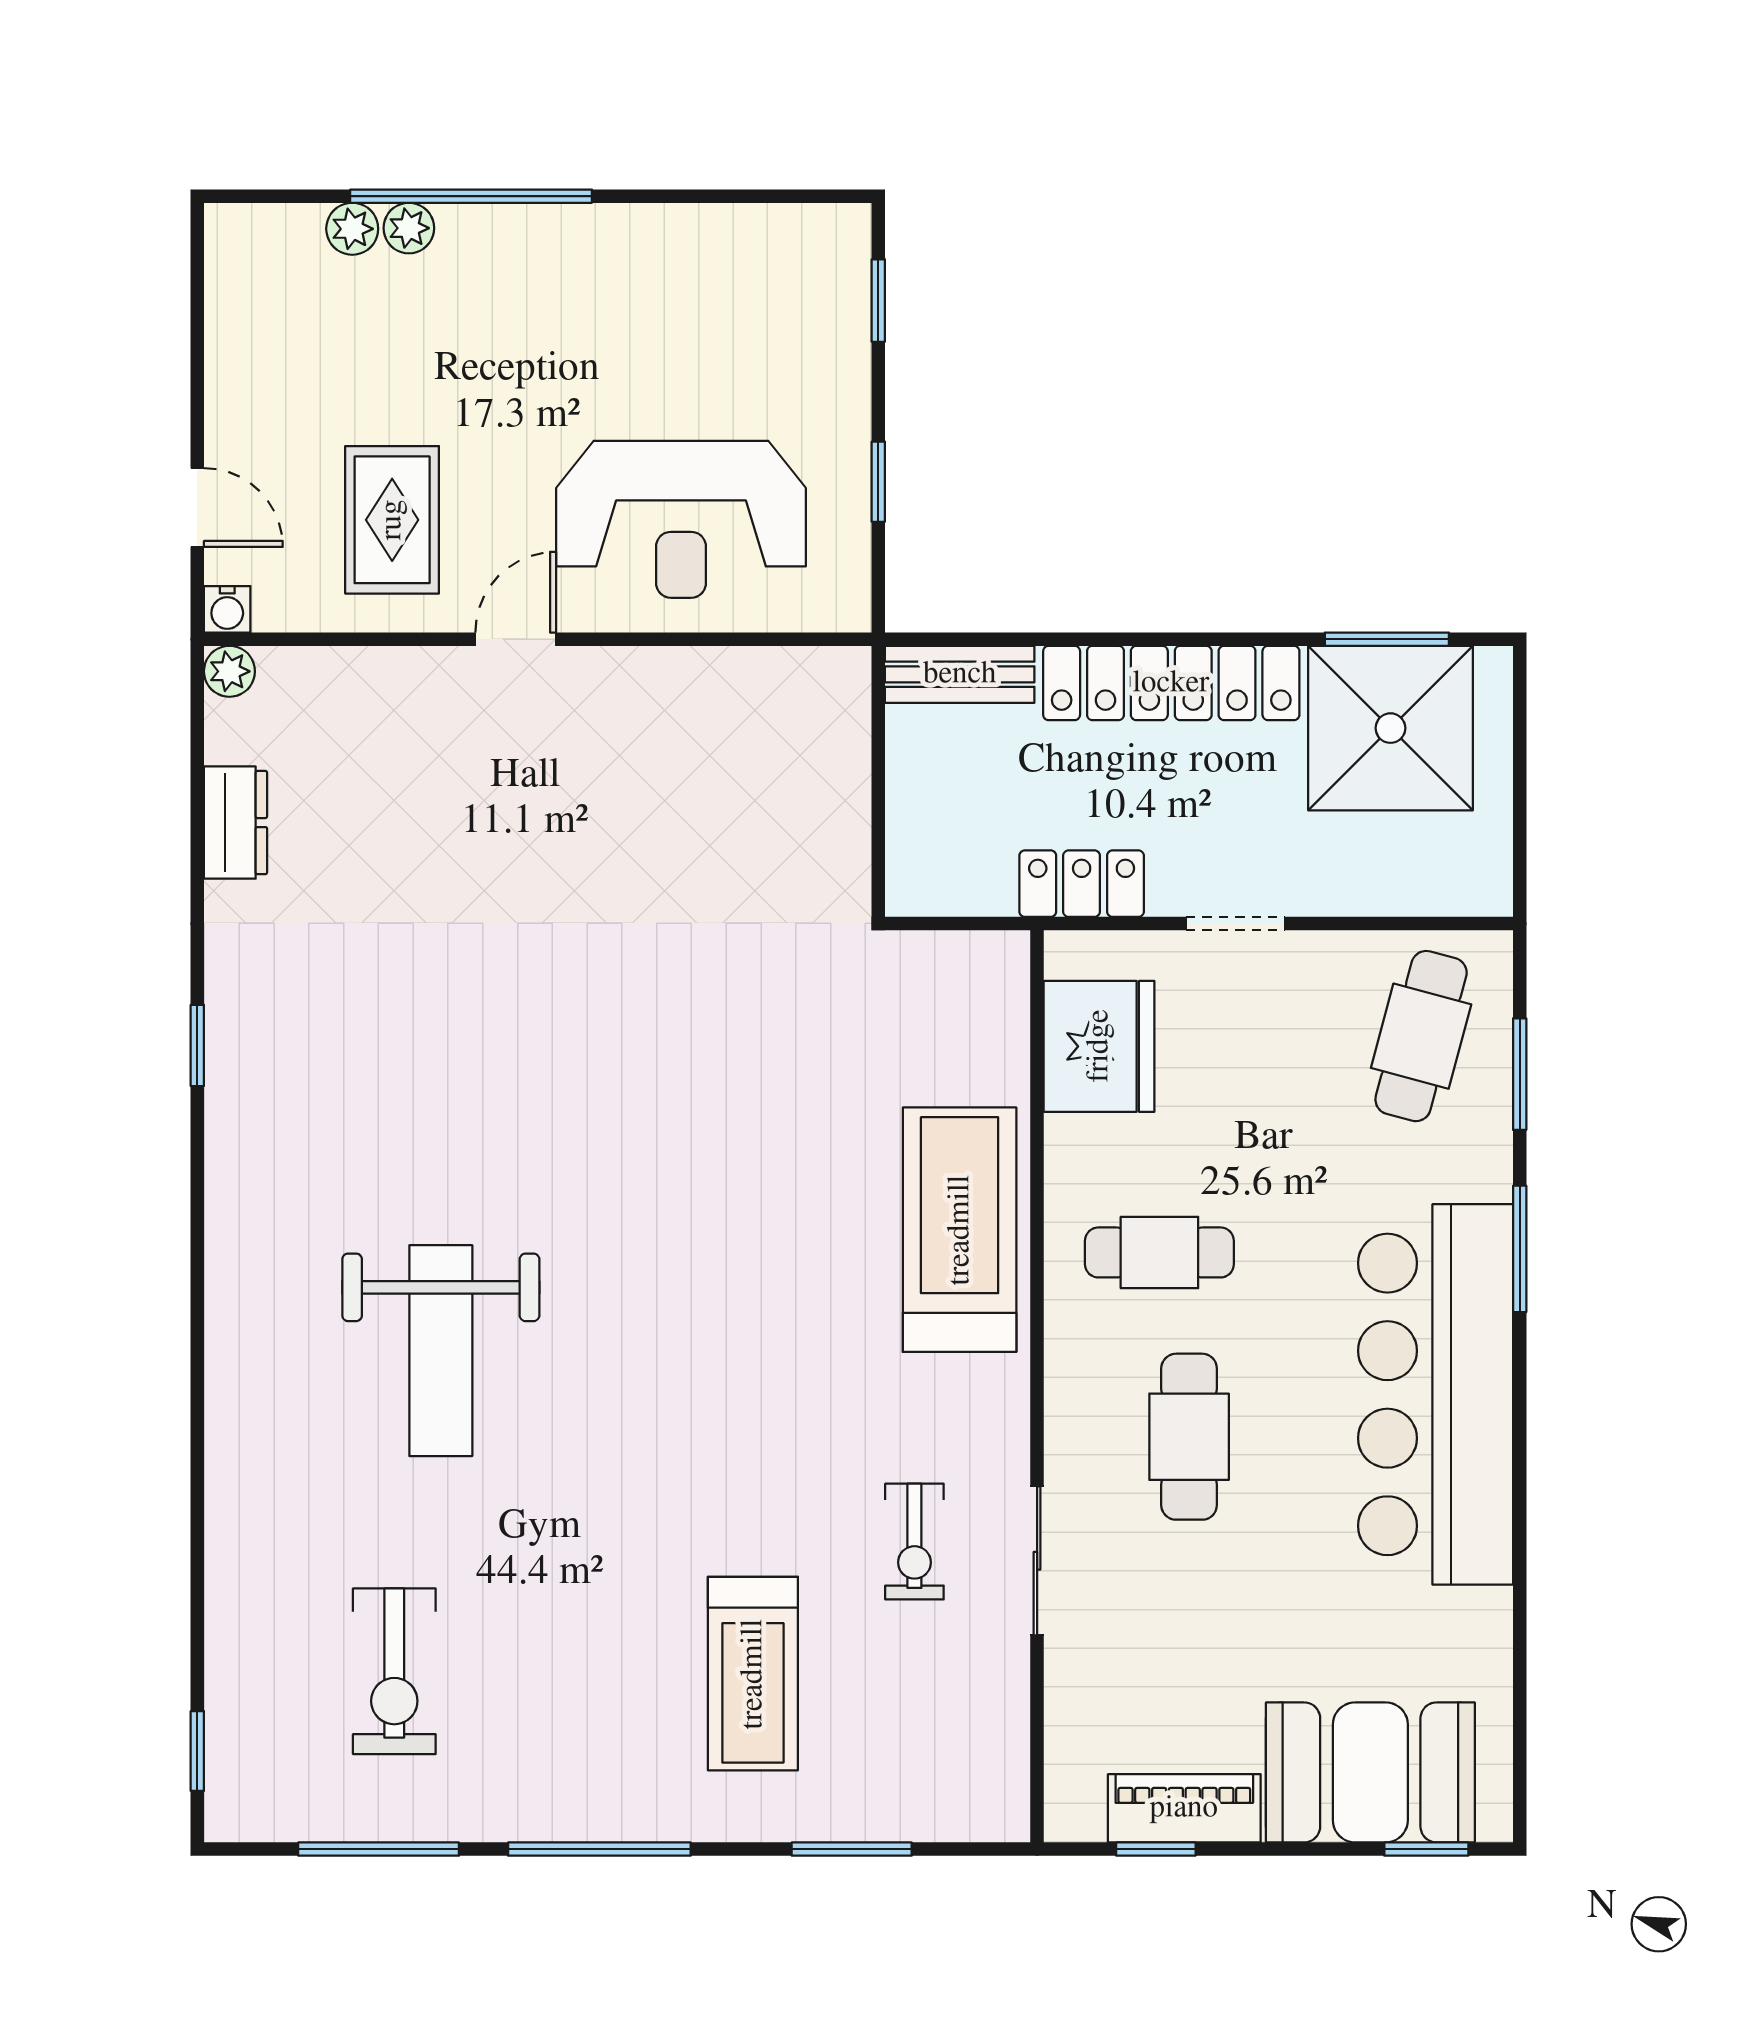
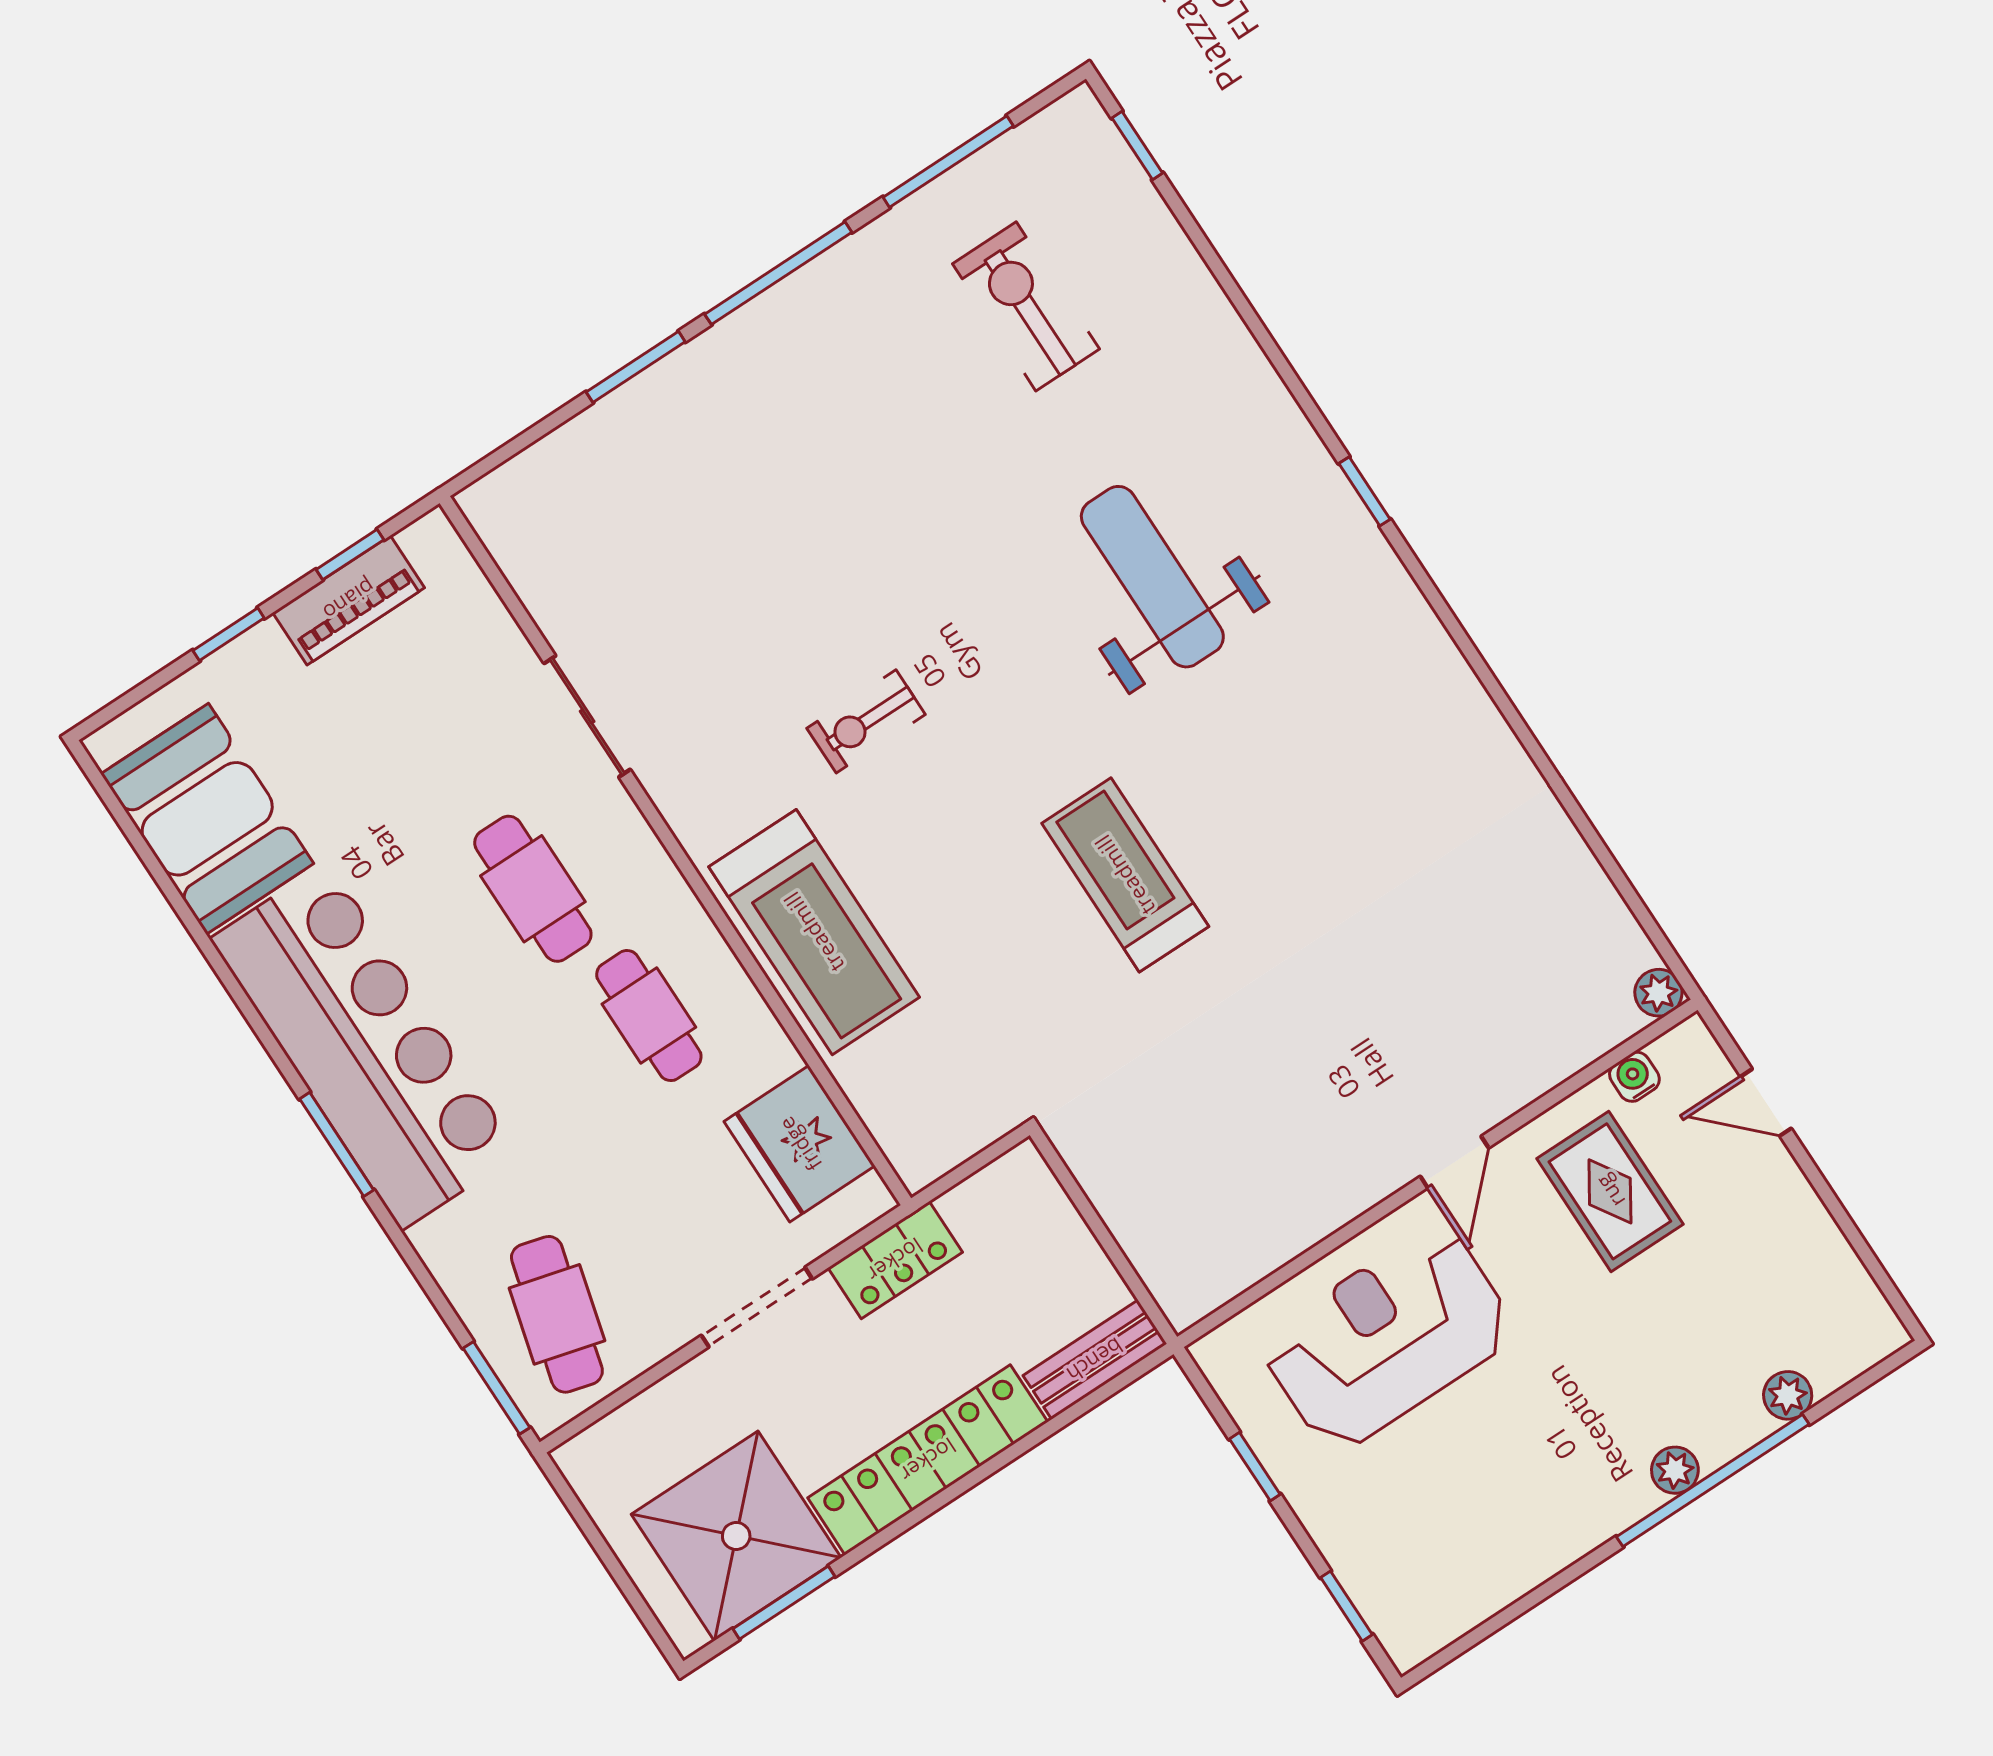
plant: (409, 228) -> (1675, 1470), moved
water cooler: (227, 609) -> (1634, 1077), moved
dresser: (236, 823) -> (1577, 879), removed
doorway: (1235, 923) -> (757, 1307), width x1.38
window: (197, 1045) -> (1365, 491), moved
window: (1520, 1074) -> (497, 1388), moved
window: (1520, 1249) -> (337, 1144), moved
cafe table: (1159, 1252) -> (649, 1016), turned 90
exercise bike: (914, 1542) -> (866, 721), moved, turned -90
treadmill: (753, 1674) -> (1125, 875), moved
booth: (1370, 1772) -> (207, 819), moved, turned 90
window: (852, 1849) -> (636, 367), moved
window: (1426, 1849) -> (229, 634), moved

